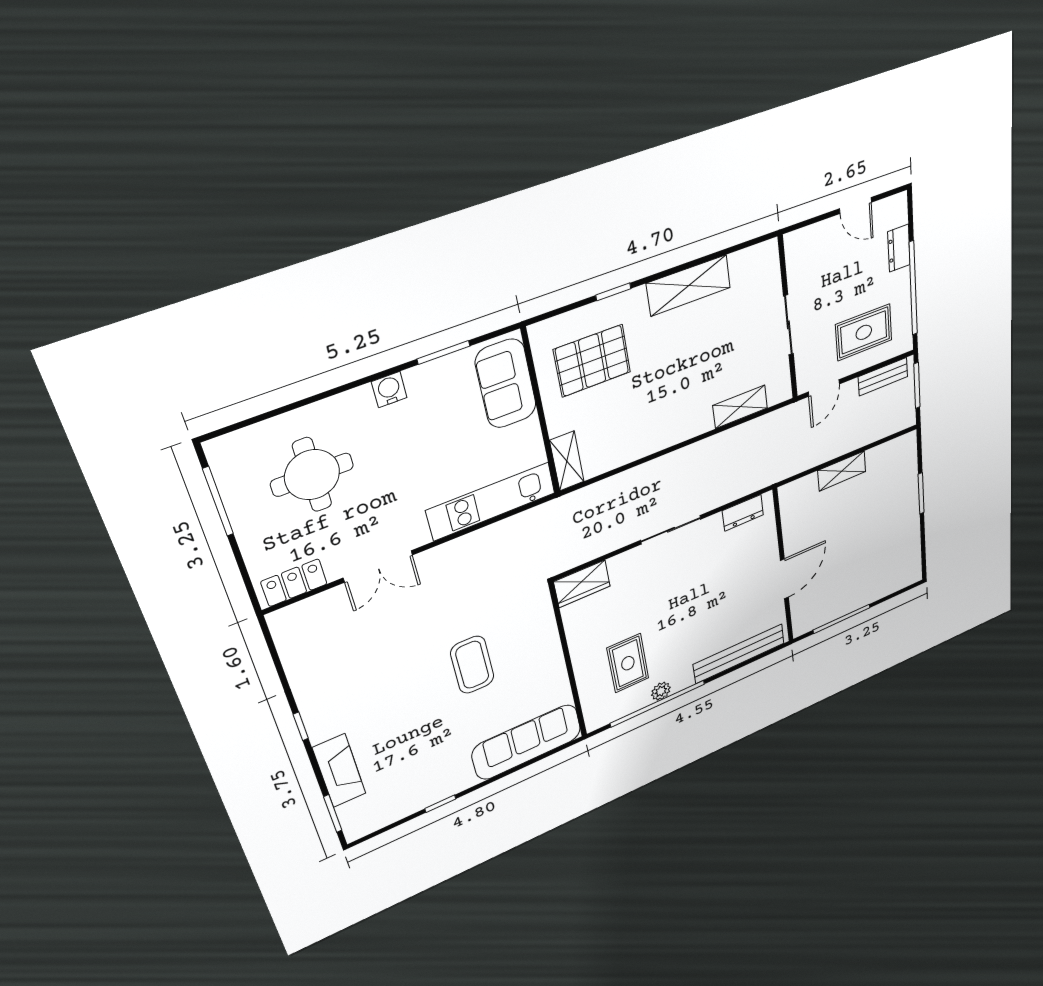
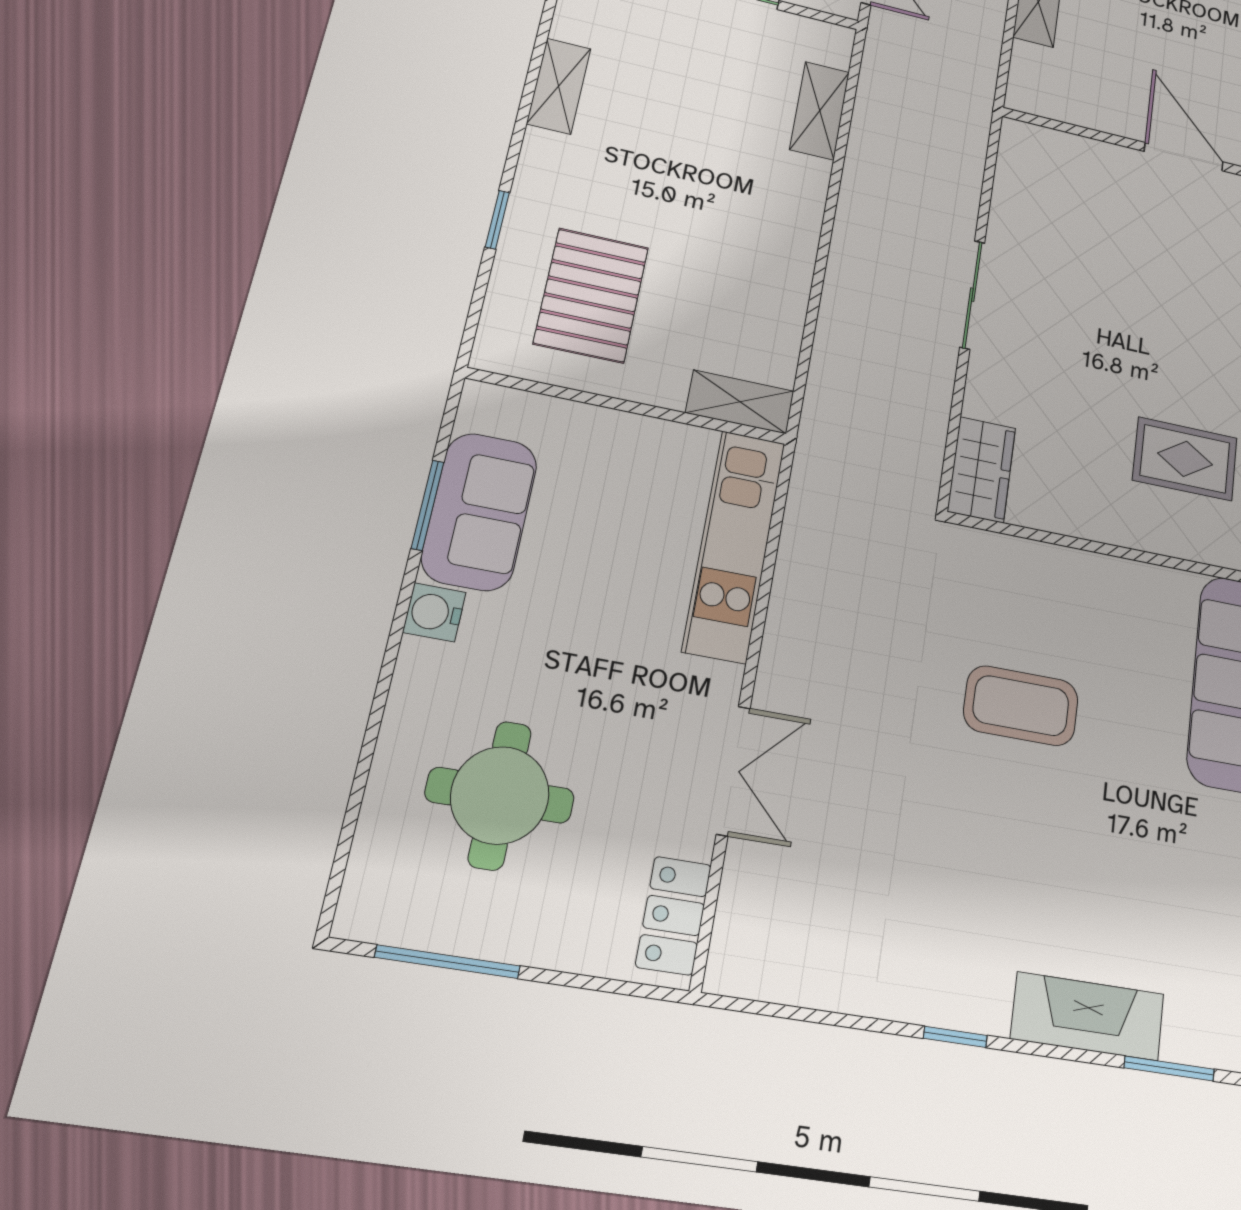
shelving: (689, 285) -> (559, 86), width x0.67, depth x0.75
sofa: (506, 384) -> (480, 511), moved, turned -90
dresser: (743, 513) -> (1015, 175), removed

